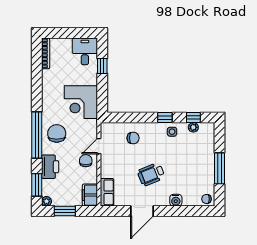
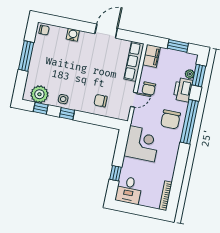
plant: (193, 127) -> (39, 94), width x1.88, depth x1.88
wheelchair: (151, 174) -> (91, 64), removed
row of seats: (107, 192) -> (134, 61), width x1.48
plant: (46, 201) -> (190, 74), moved

